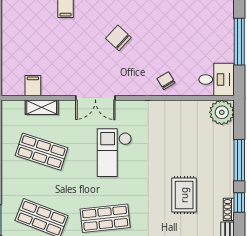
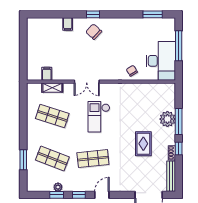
chair: (118, 38) -> (94, 32), moved
desk: (217, 79) -> (161, 61), width x1.87, depth x1.30
plant: (222, 112) -> (167, 119), moved

